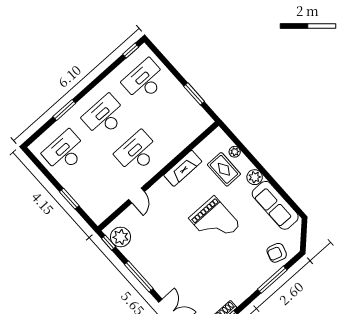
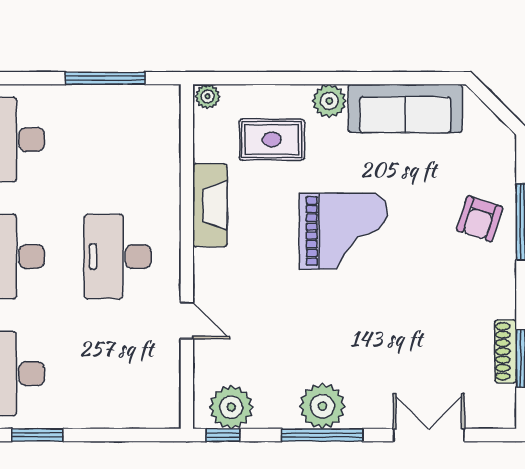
window: (194, 94) -> (105, 78), width x1.44
plant: (235, 152) -> (208, 96), moved
window: (69, 199) -> (38, 435), moved
armchair: (277, 253) -> (480, 219), moved
plant: (149, 268) -> (322, 406), added

